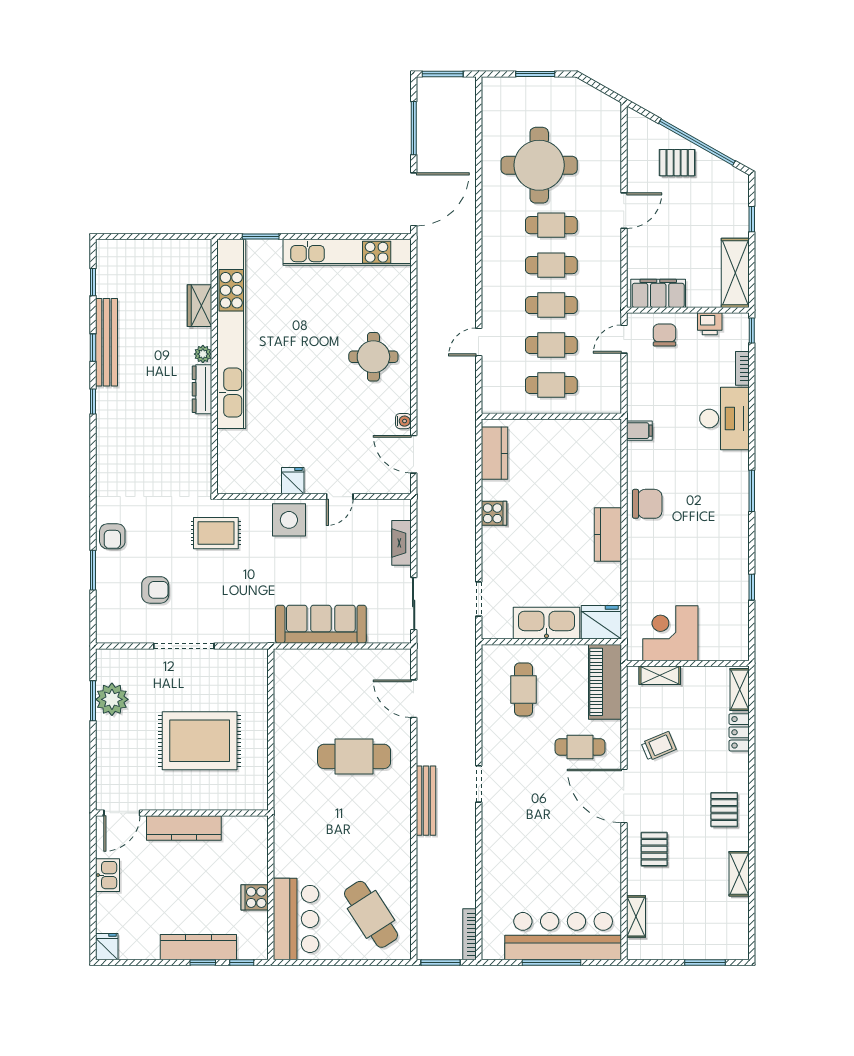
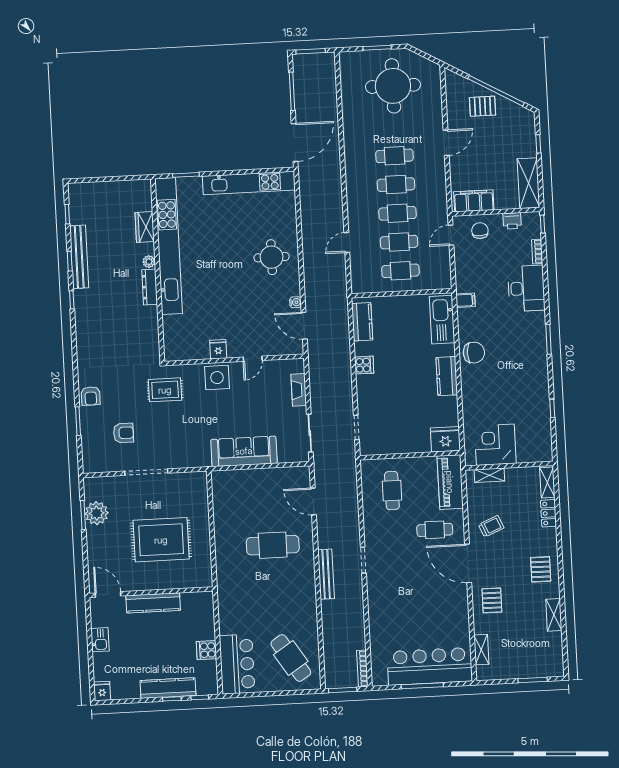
round table: (539, 165) -> (393, 86), moved
kitchen sink: (546, 623) -> (442, 320), moved, turned -90
door: (122, 813) -> (108, 594), swing flipped

